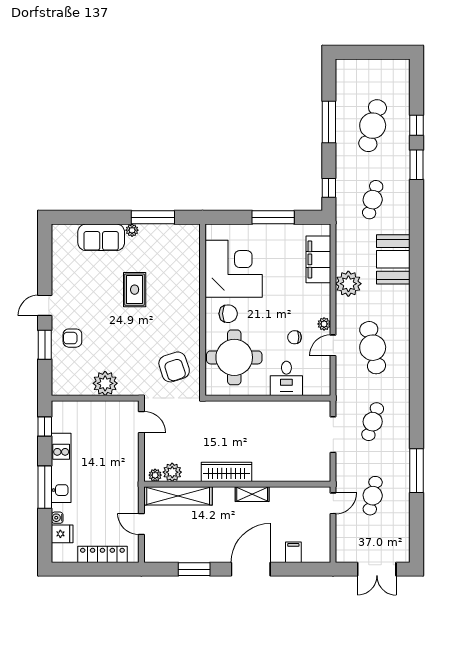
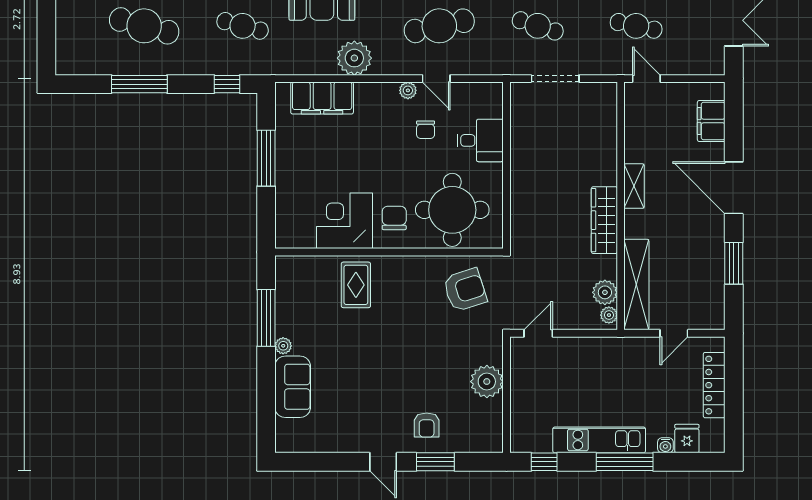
corner desk: (234, 269) -> (344, 221), width x0.74, depth x0.74
rug: (135, 290) -> (356, 285), moved, turned 90
filing cabinet: (293, 552) -> (711, 121), width x2.00

